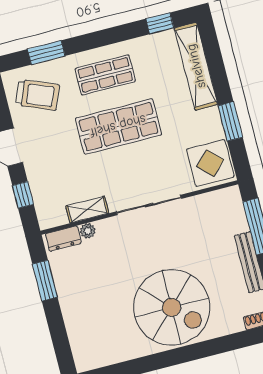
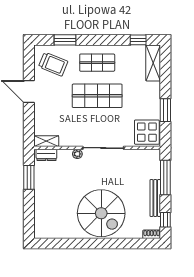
shelving: (196, 66) -> (153, 63), width x0.68
window: (23, 195) -> (29, 122), removed
shelving: (87, 210) -> (46, 141), moved
plant: (88, 231) -> (77, 154), moved

